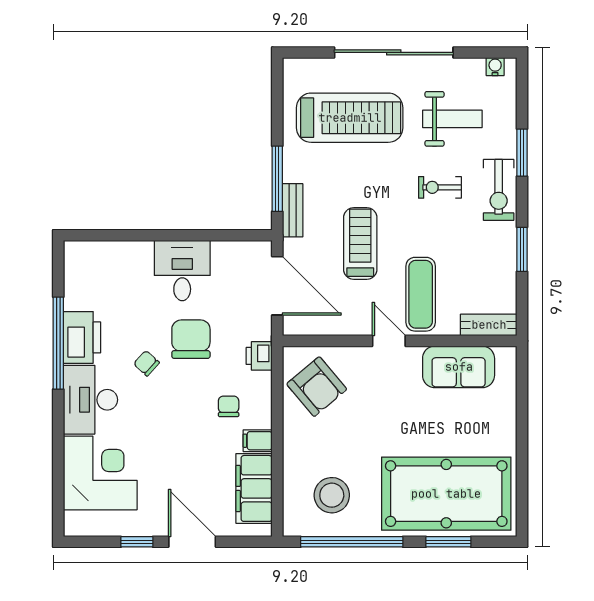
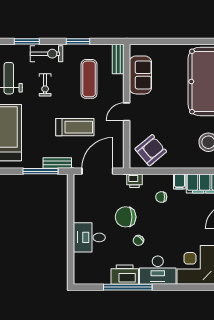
treadmill: (360, 243) -> (75, 127), turned 180
desk: (182, 271) -> (89, 237), moved
exercise mat: (421, 294) -> (89, 79), moved, turned 90

